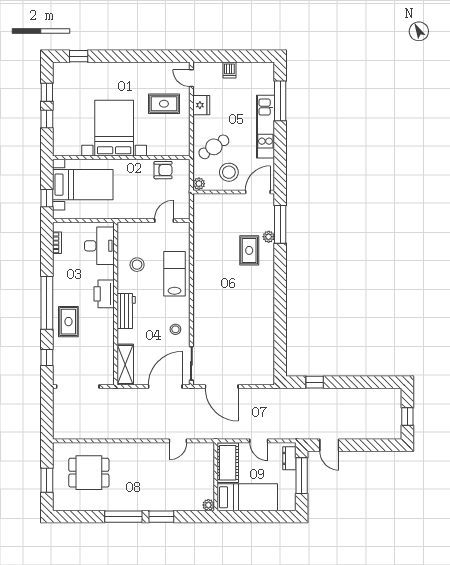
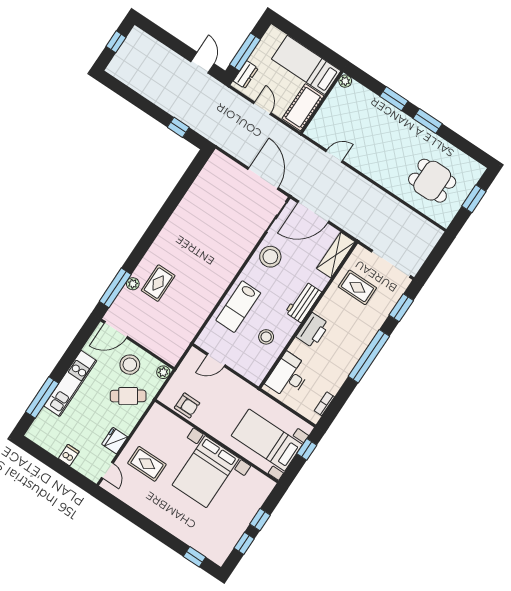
armchair: (163, 170) -> (187, 405), turned 180
rug: (68, 322) -> (357, 287), moved, turned 90
stool: (175, 329) -> (270, 257), width x1.89, depth x1.89
window: (47, 358) -> (401, 308), width x1.50
window: (123, 517) -> (428, 121), width x0.69

